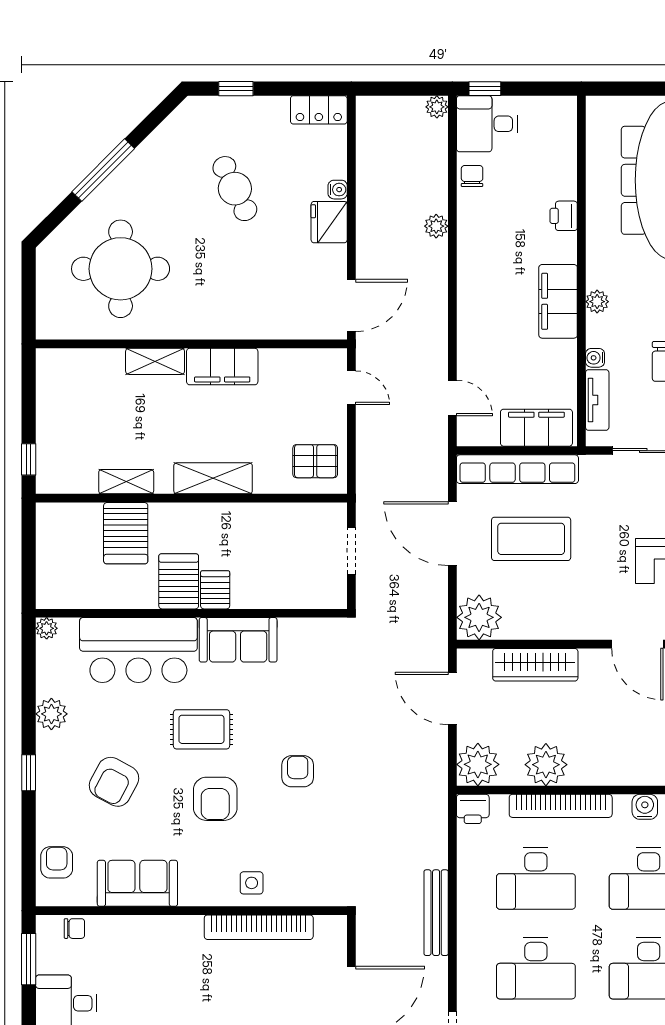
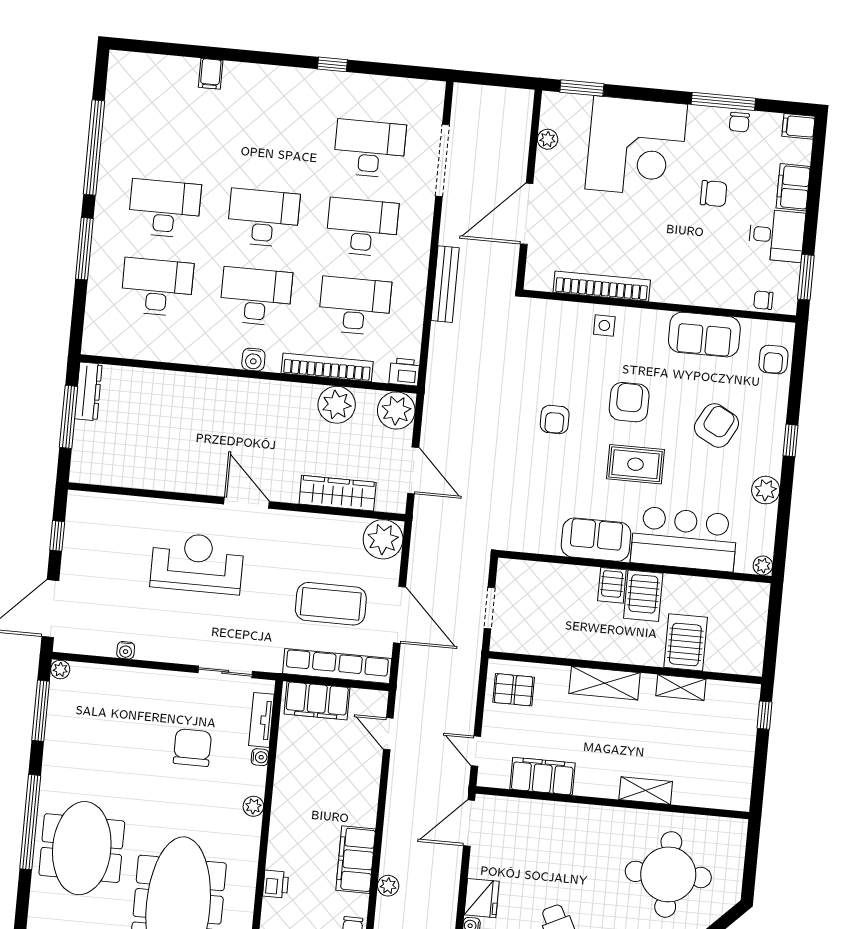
filing cabinet: (558, 301) -> (356, 860), moved, turned 180
filing cabinet: (222, 367) -> (542, 776), moved

